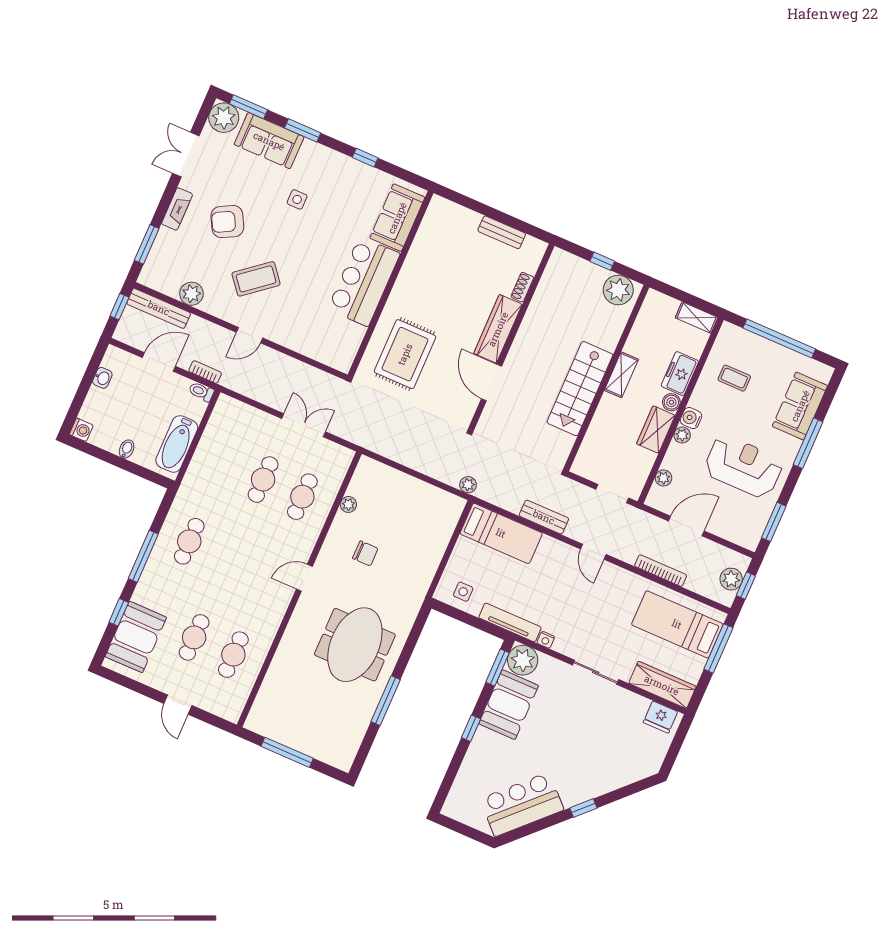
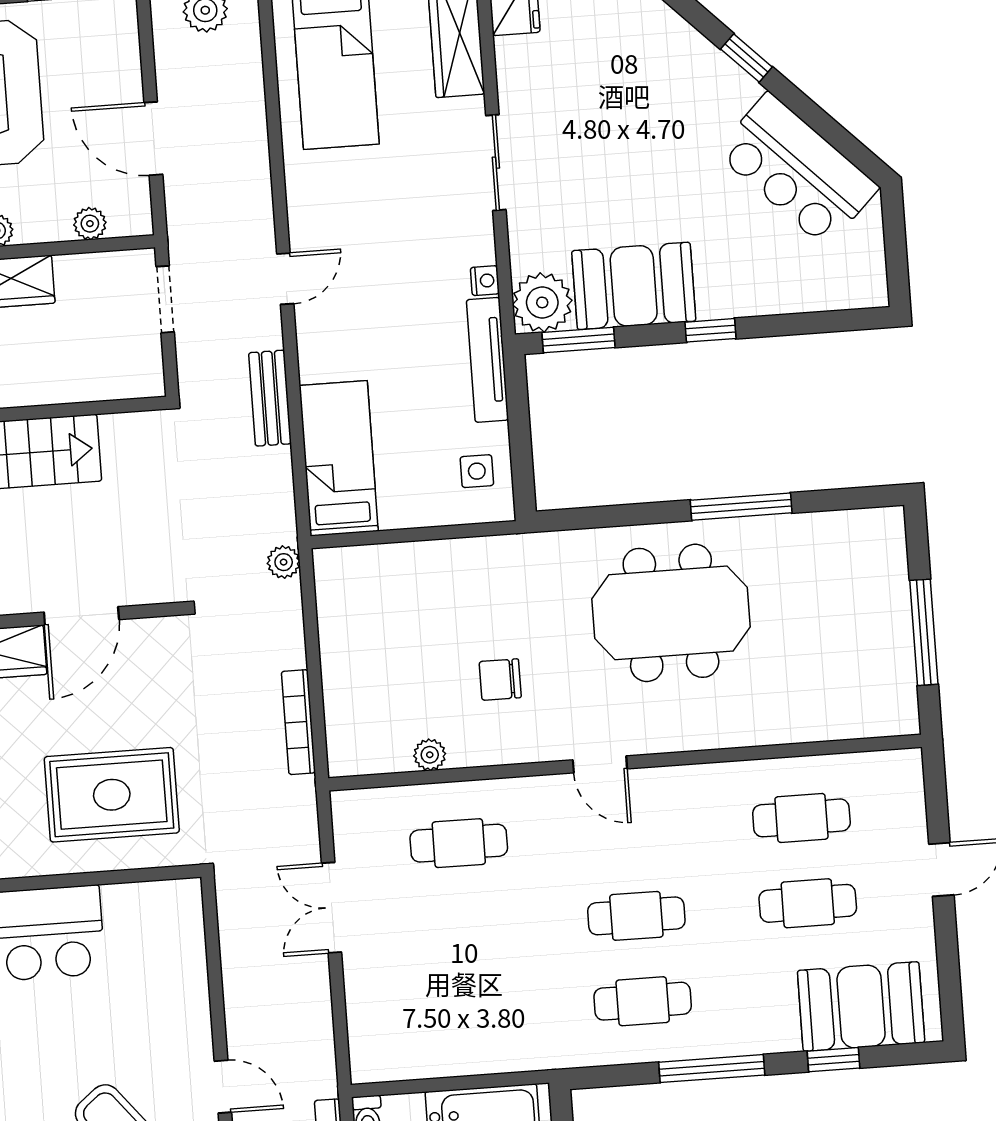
cafe table: (263, 480) -> (636, 916), moved
chair: (365, 553) -> (500, 680), turned -90
bookcase: (661, 571) -> (298, 722), moved

